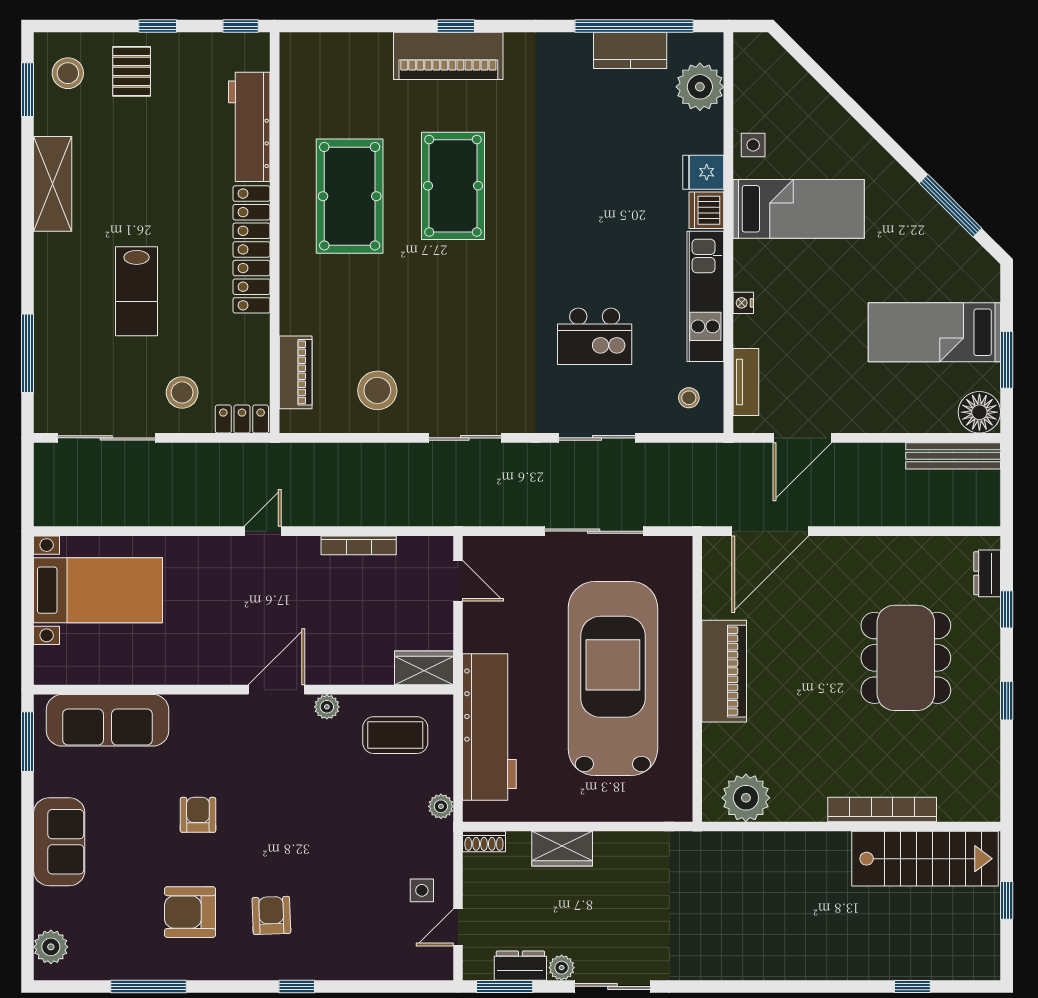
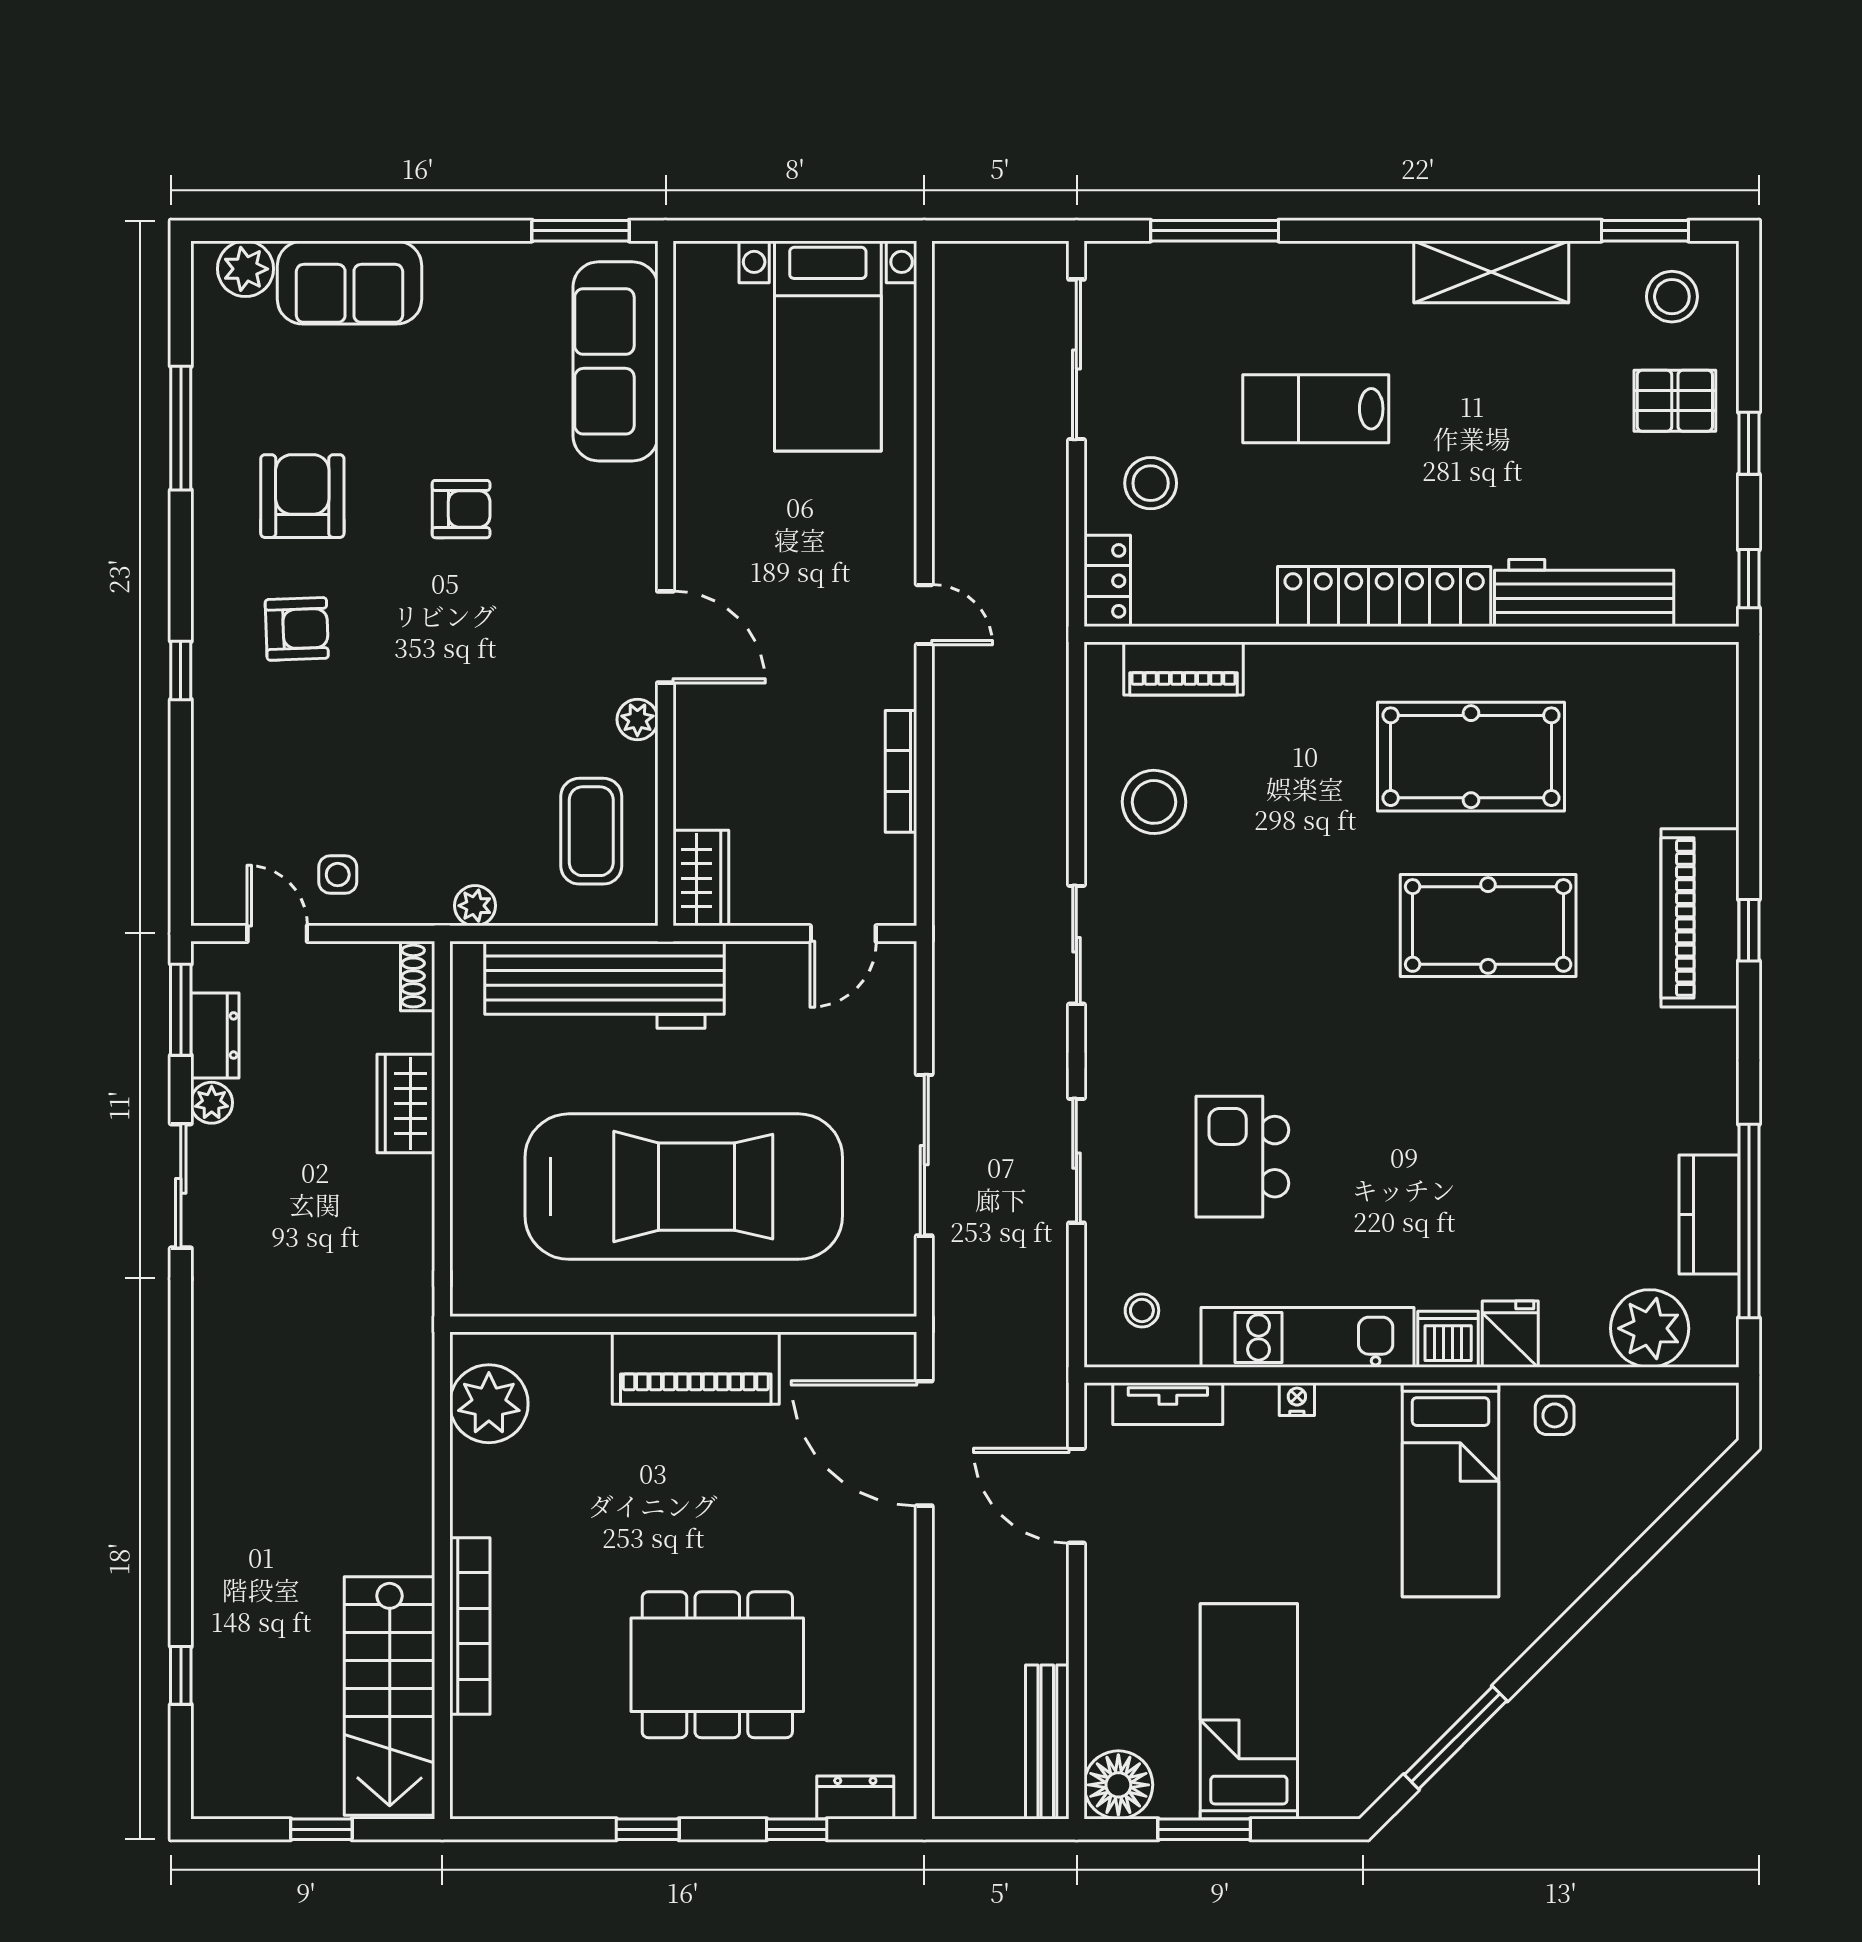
sofa: (59, 842) -> (350, 283), moved

